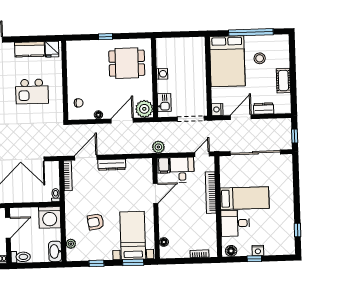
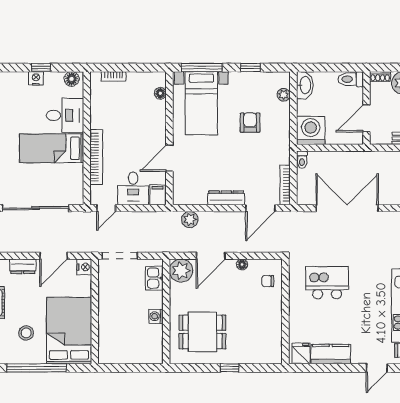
kitchen island: (32, 91) -> (327, 283), moved
plant: (158, 147) -> (190, 219), moved
armchair: (96, 222) -> (250, 123), turned -82
window: (133, 262) -> (202, 68), width x1.44

